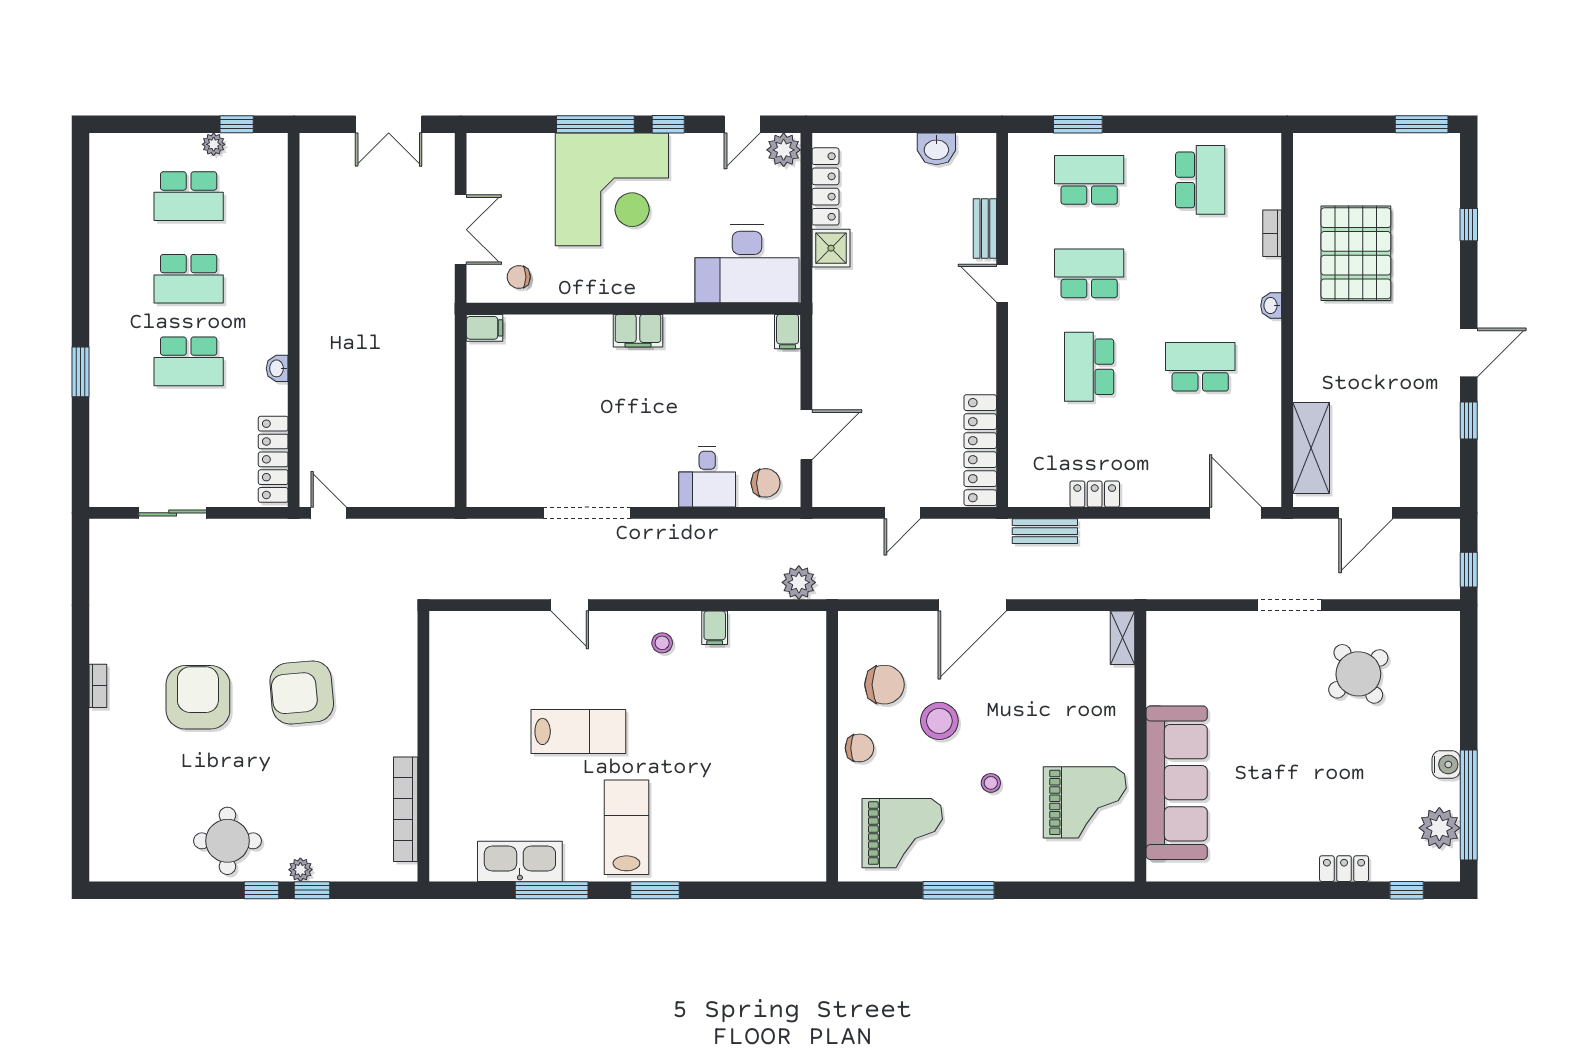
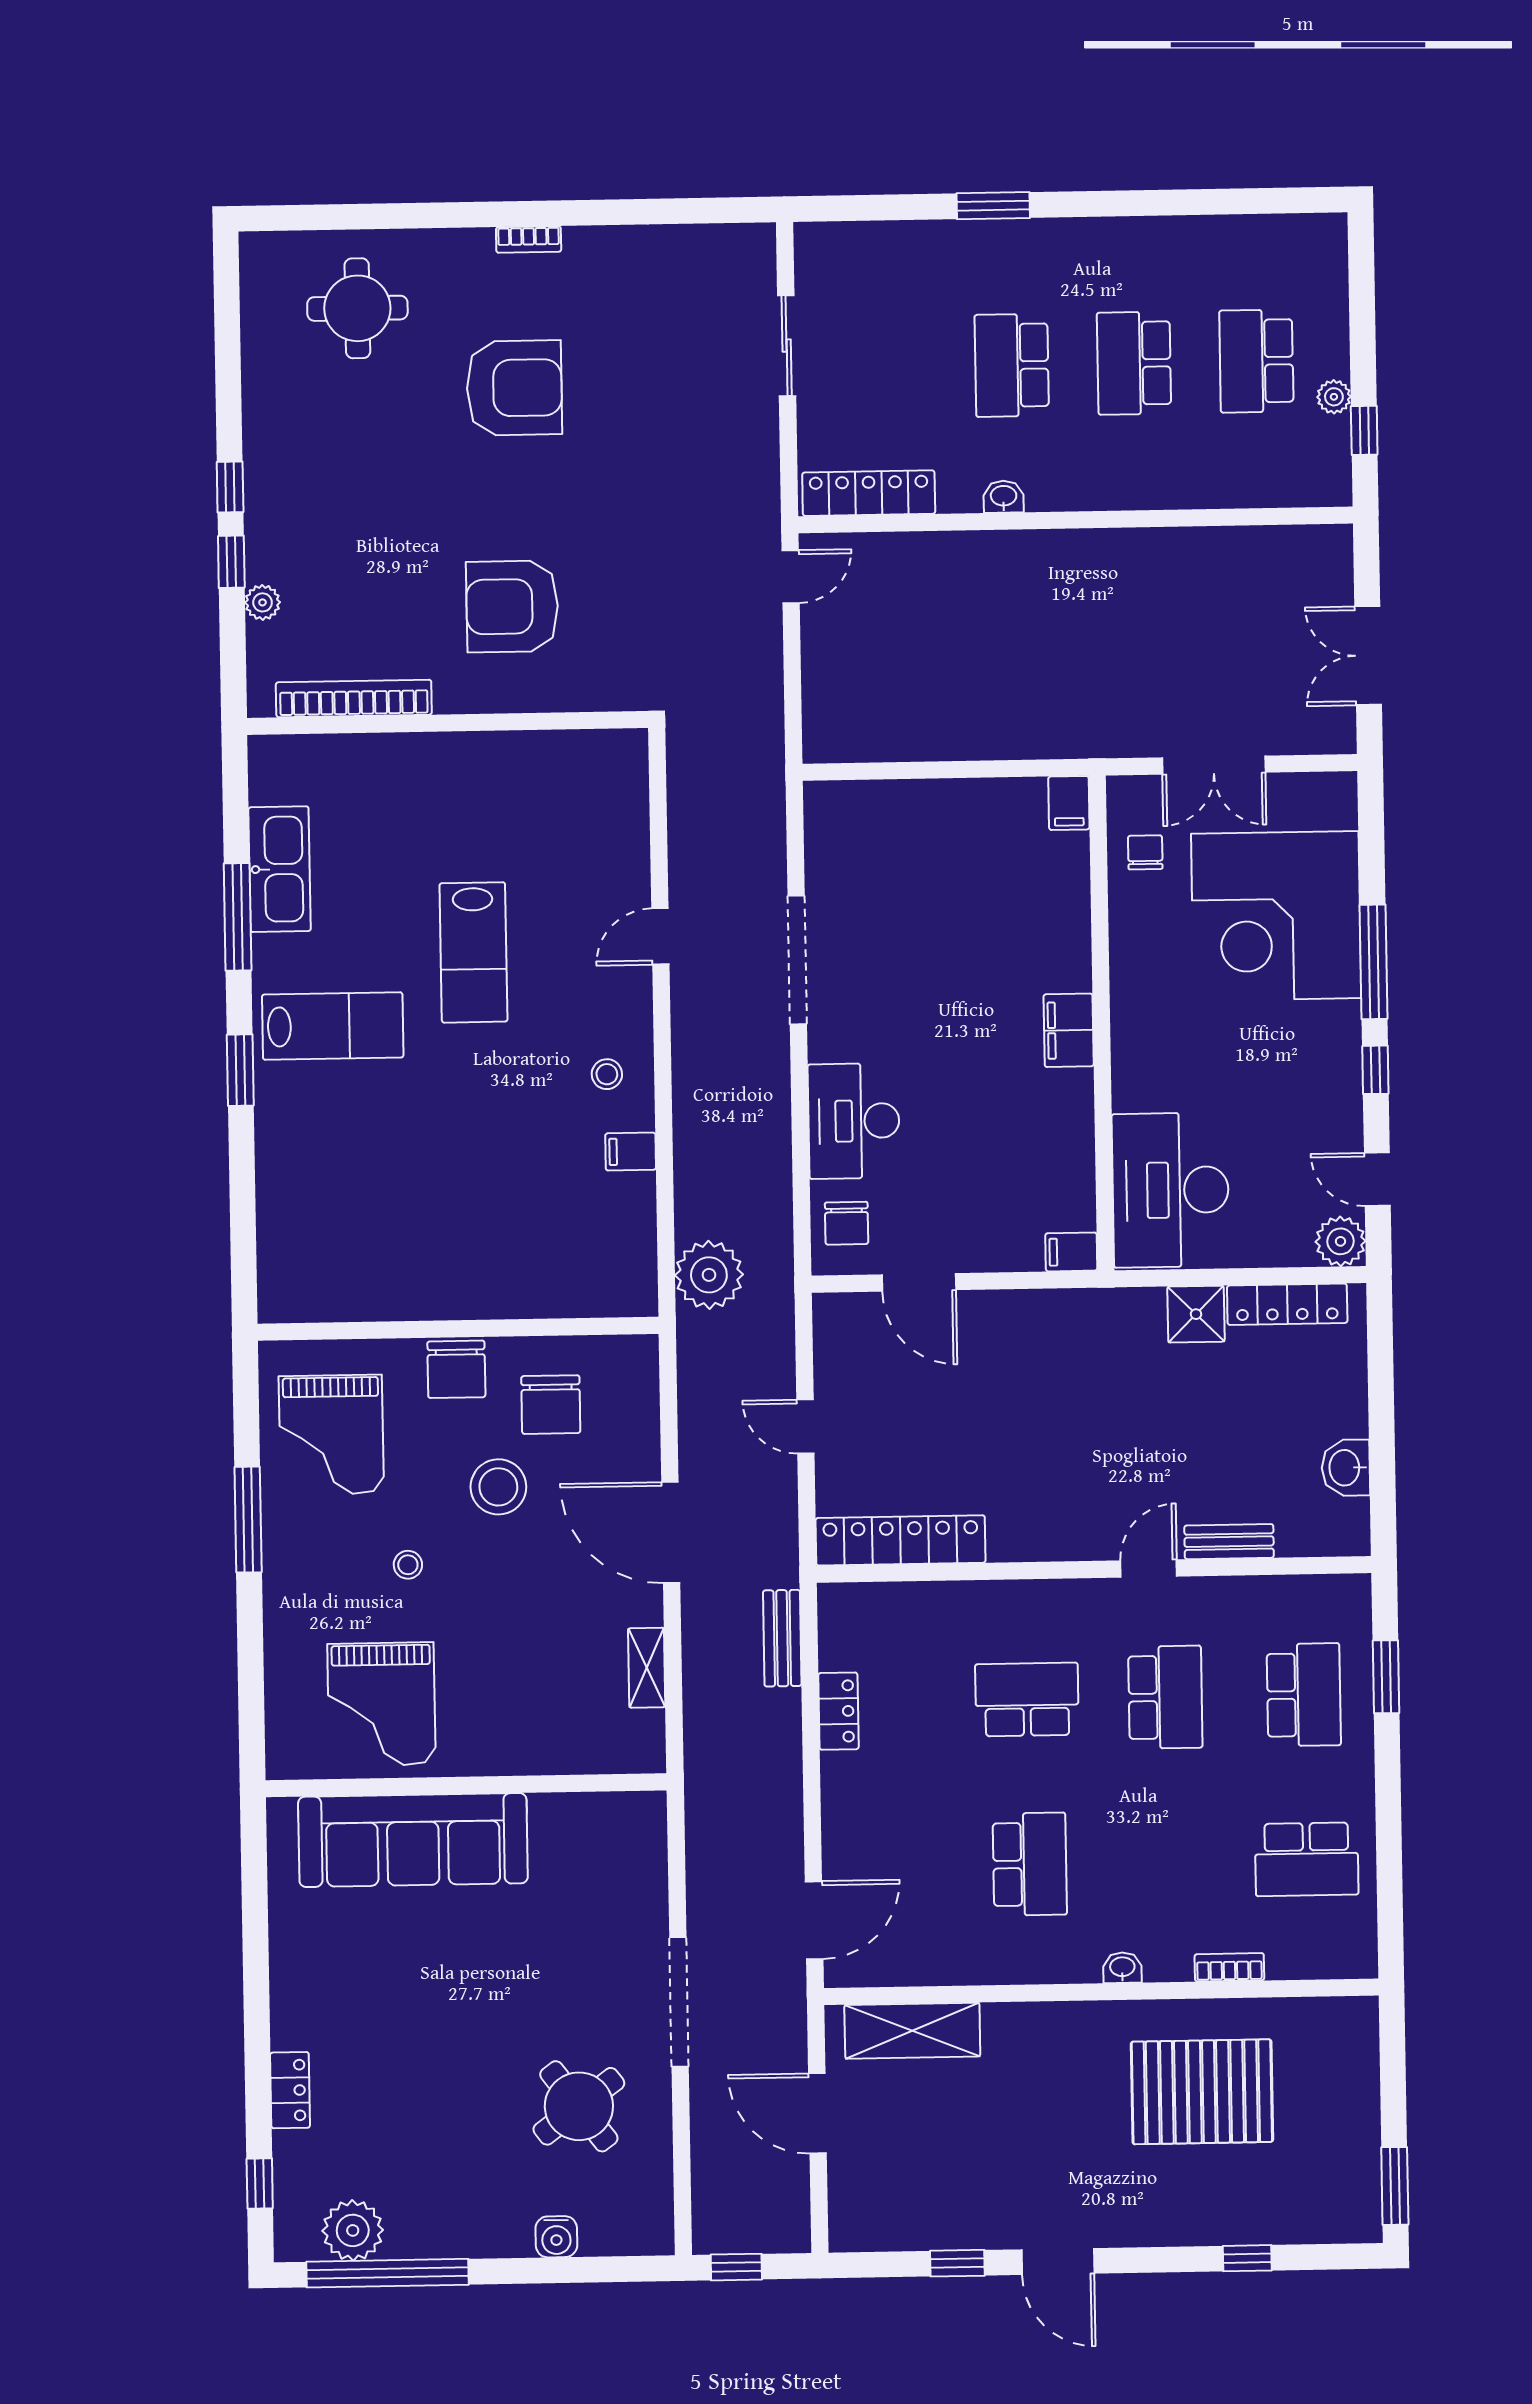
corner desk: (612, 189) -> (1276, 916), moved
desk: (707, 477) -> (854, 1121), width x1.37
plant: (799, 582) -> (709, 1275), width x1.36, depth x1.36
doorway: (1289, 605) -> (679, 2002), width x1.36
shelving: (1122, 638) -> (647, 1668), moved, turned 90
armchair: (302, 692) -> (512, 606), moved, turned -85
chair: (860, 748) -> (456, 1369), width x1.37, depth x1.37
water cooler: (1446, 764) -> (556, 2237), moved
round table: (227, 841) -> (357, 308), moved
plant: (300, 870) -> (263, 602), moved

